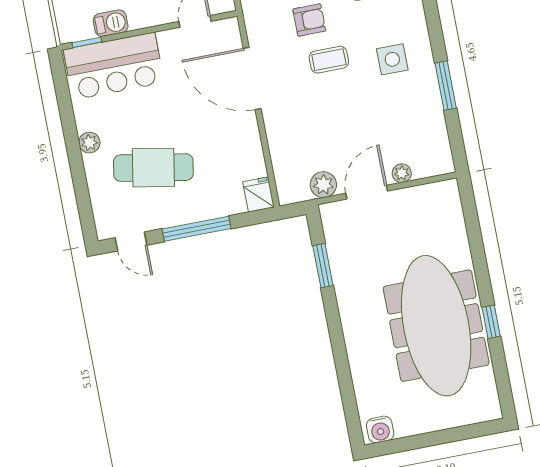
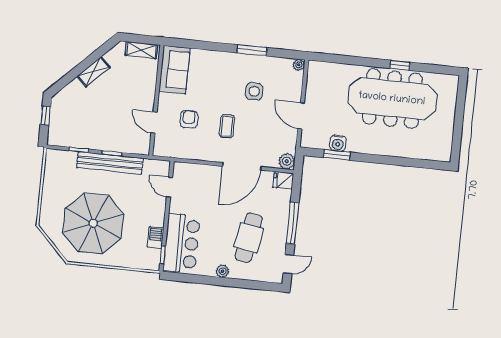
side table: (392, 59) -> (254, 91), moved
coffee table: (329, 60) -> (227, 126), moved
door: (252, 79) -> (242, 166), moved
plant: (402, 173) -> (299, 65), moved
plant: (323, 185) -> (287, 161), moved
water cooler: (380, 430) -> (338, 143), moved, turned 90

